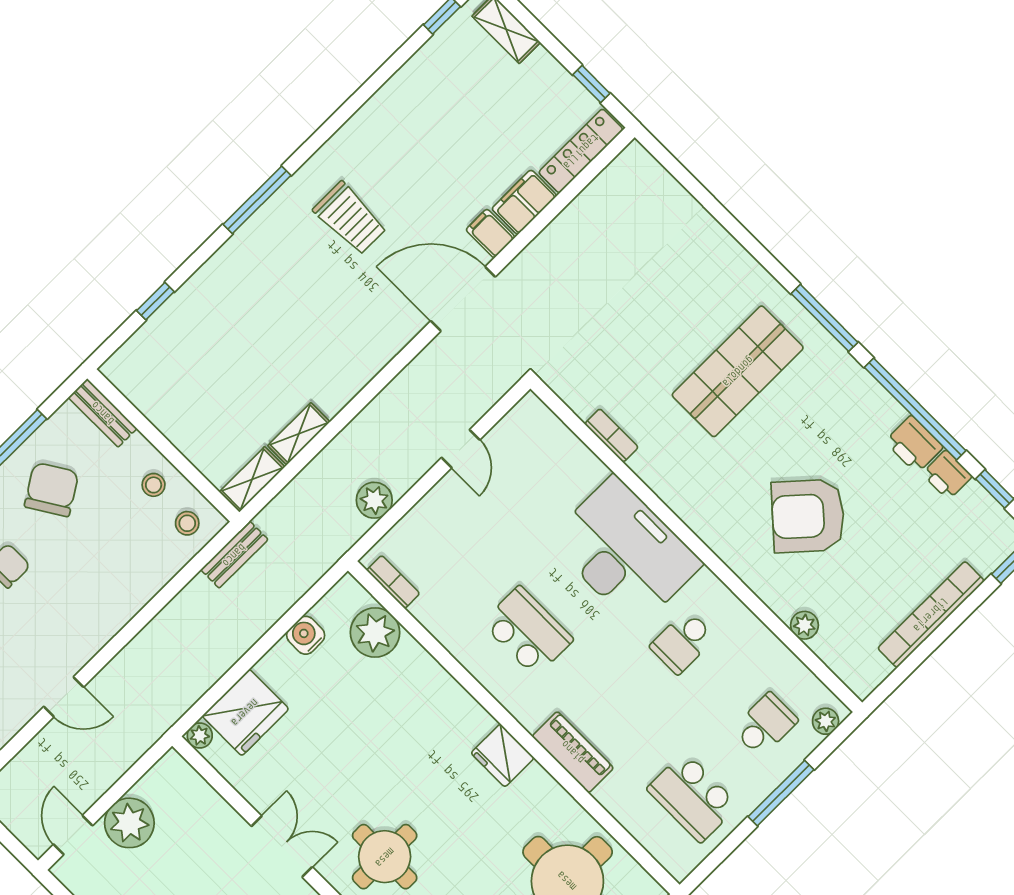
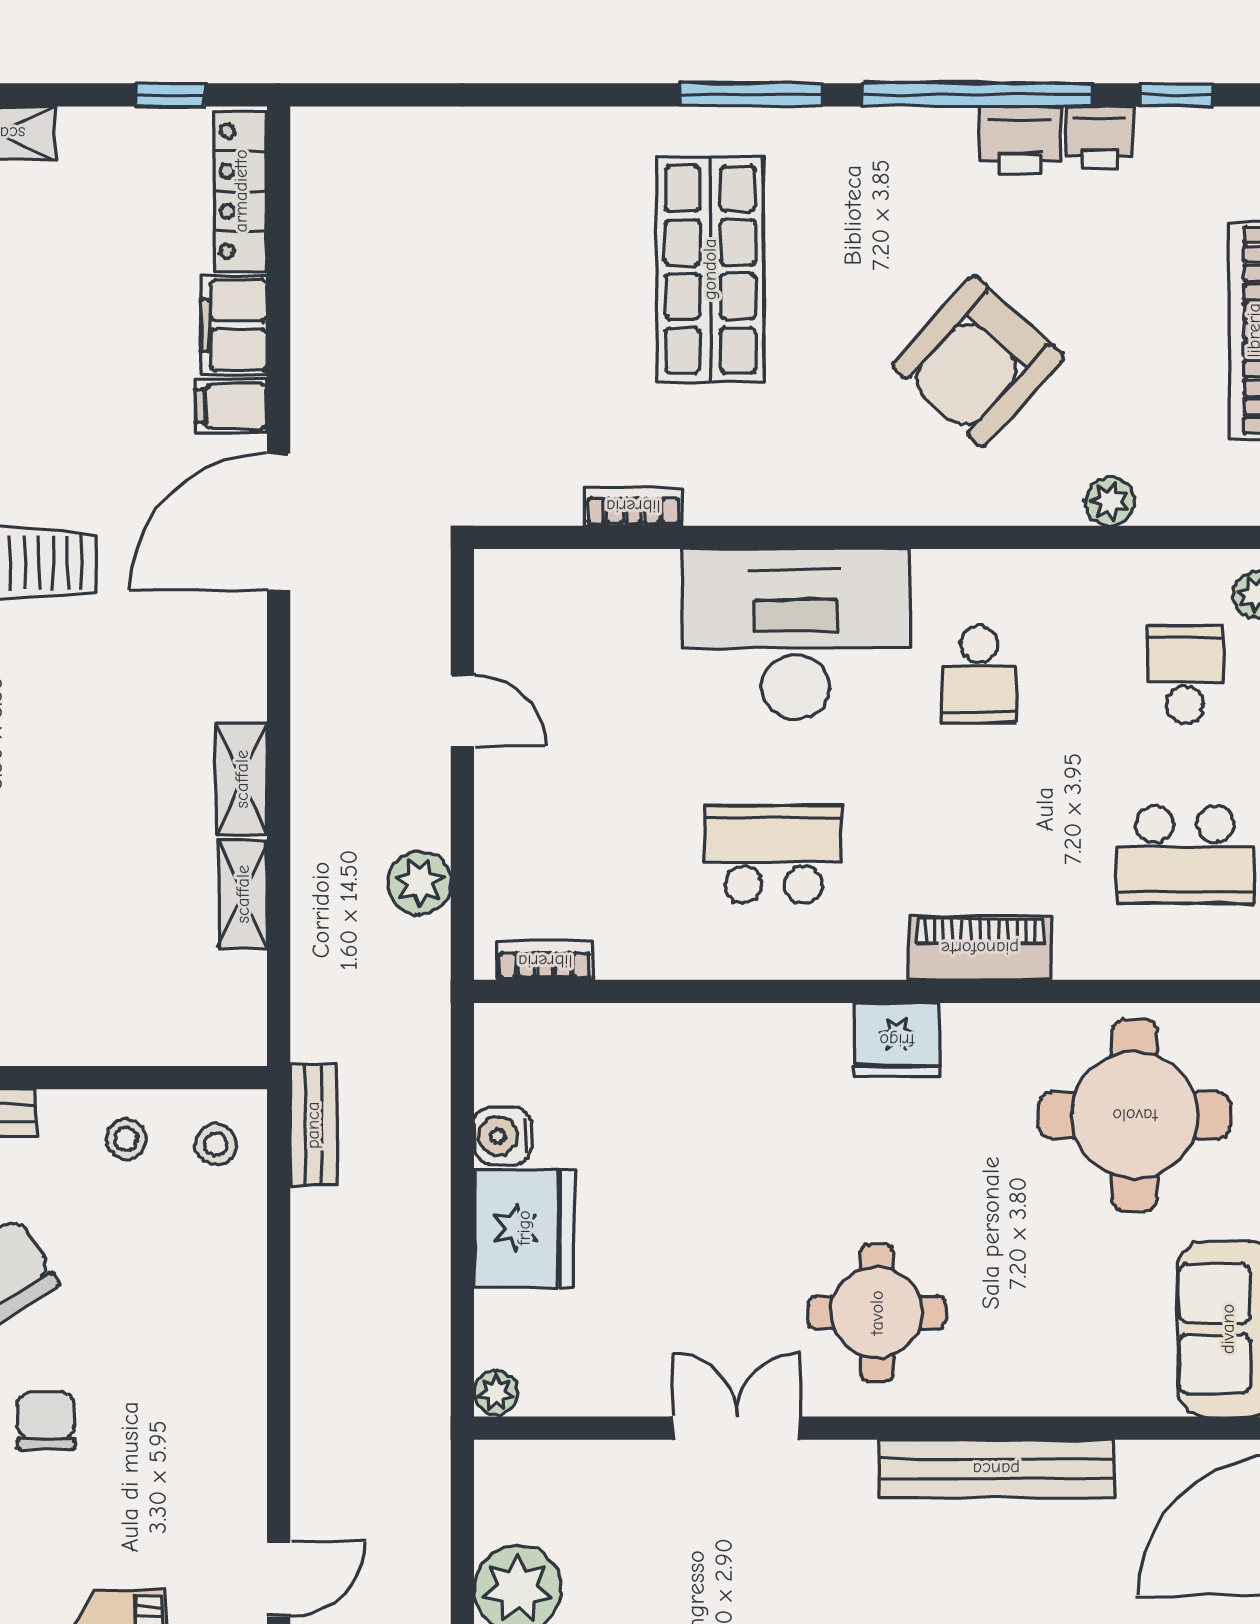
shelving: (252, 479) -> (242, 779), moved
plant: (375, 632) -> (585, 1046), removed
door: (64, 697) -> (279, 1579), moved
fridge: (245, 712) -> (524, 1228), moved

